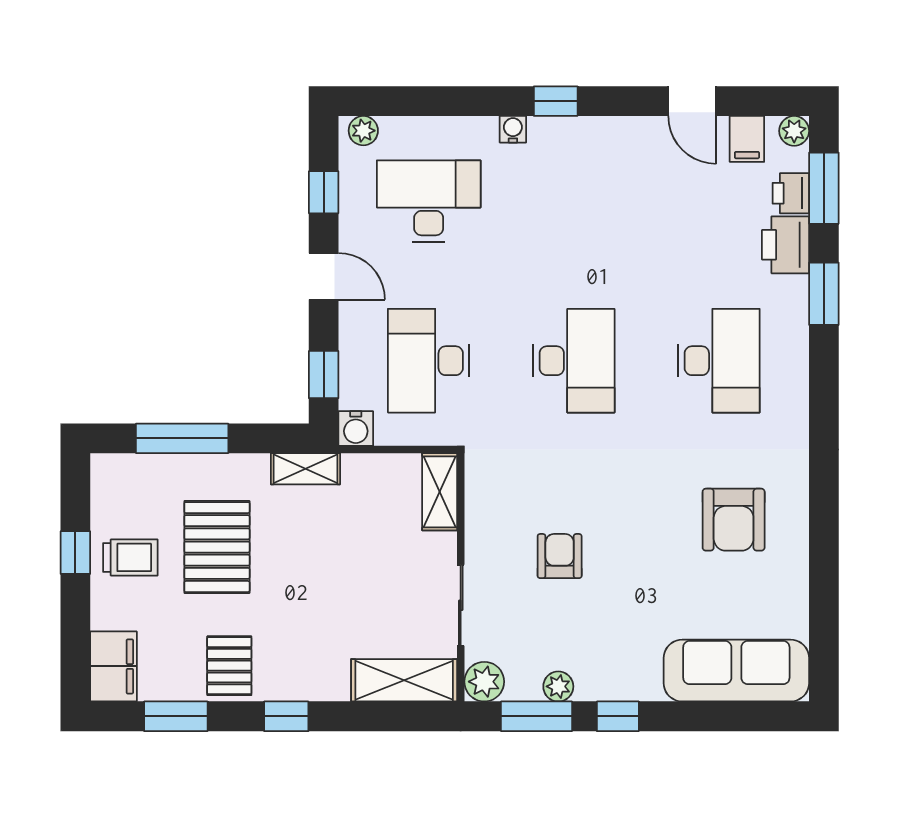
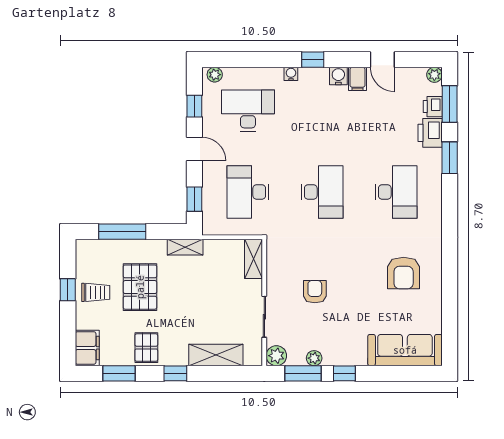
filing cabinet: (747, 139) -> (357, 79), moved
water cooler: (356, 428) -> (338, 76), moved, turned 180
shelving: (404, 680) -> (216, 355), moved

